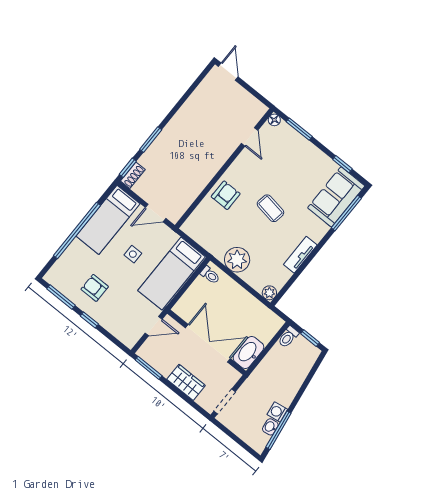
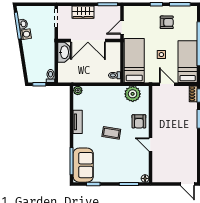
door: (250, 137) -> (150, 145), moved
door: (156, 213) -> (167, 84), hinge flipped
plant: (237, 260) -> (133, 94), moved

